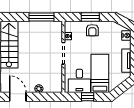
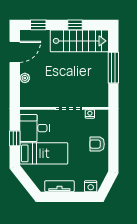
window: (41, 17) -> (113, 68), moved
window: (90, 17) -> (113, 141), removed

